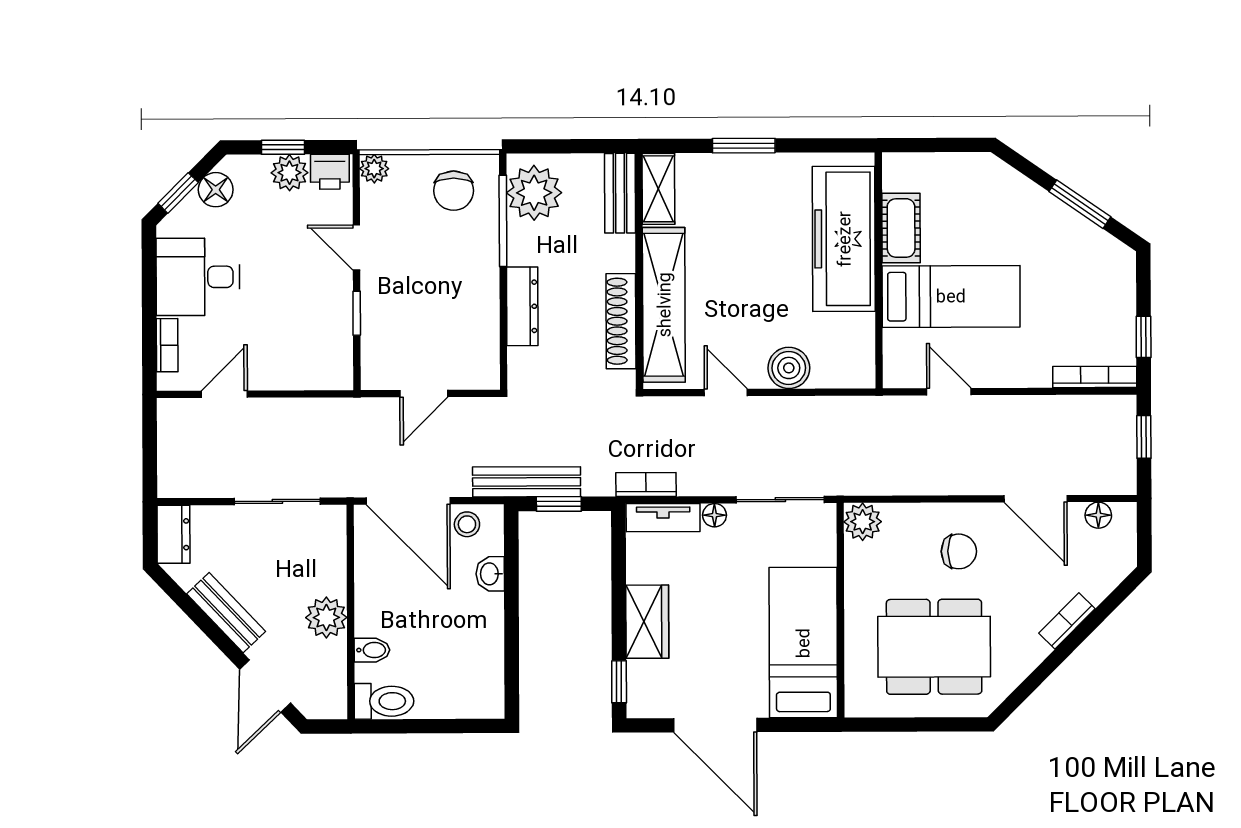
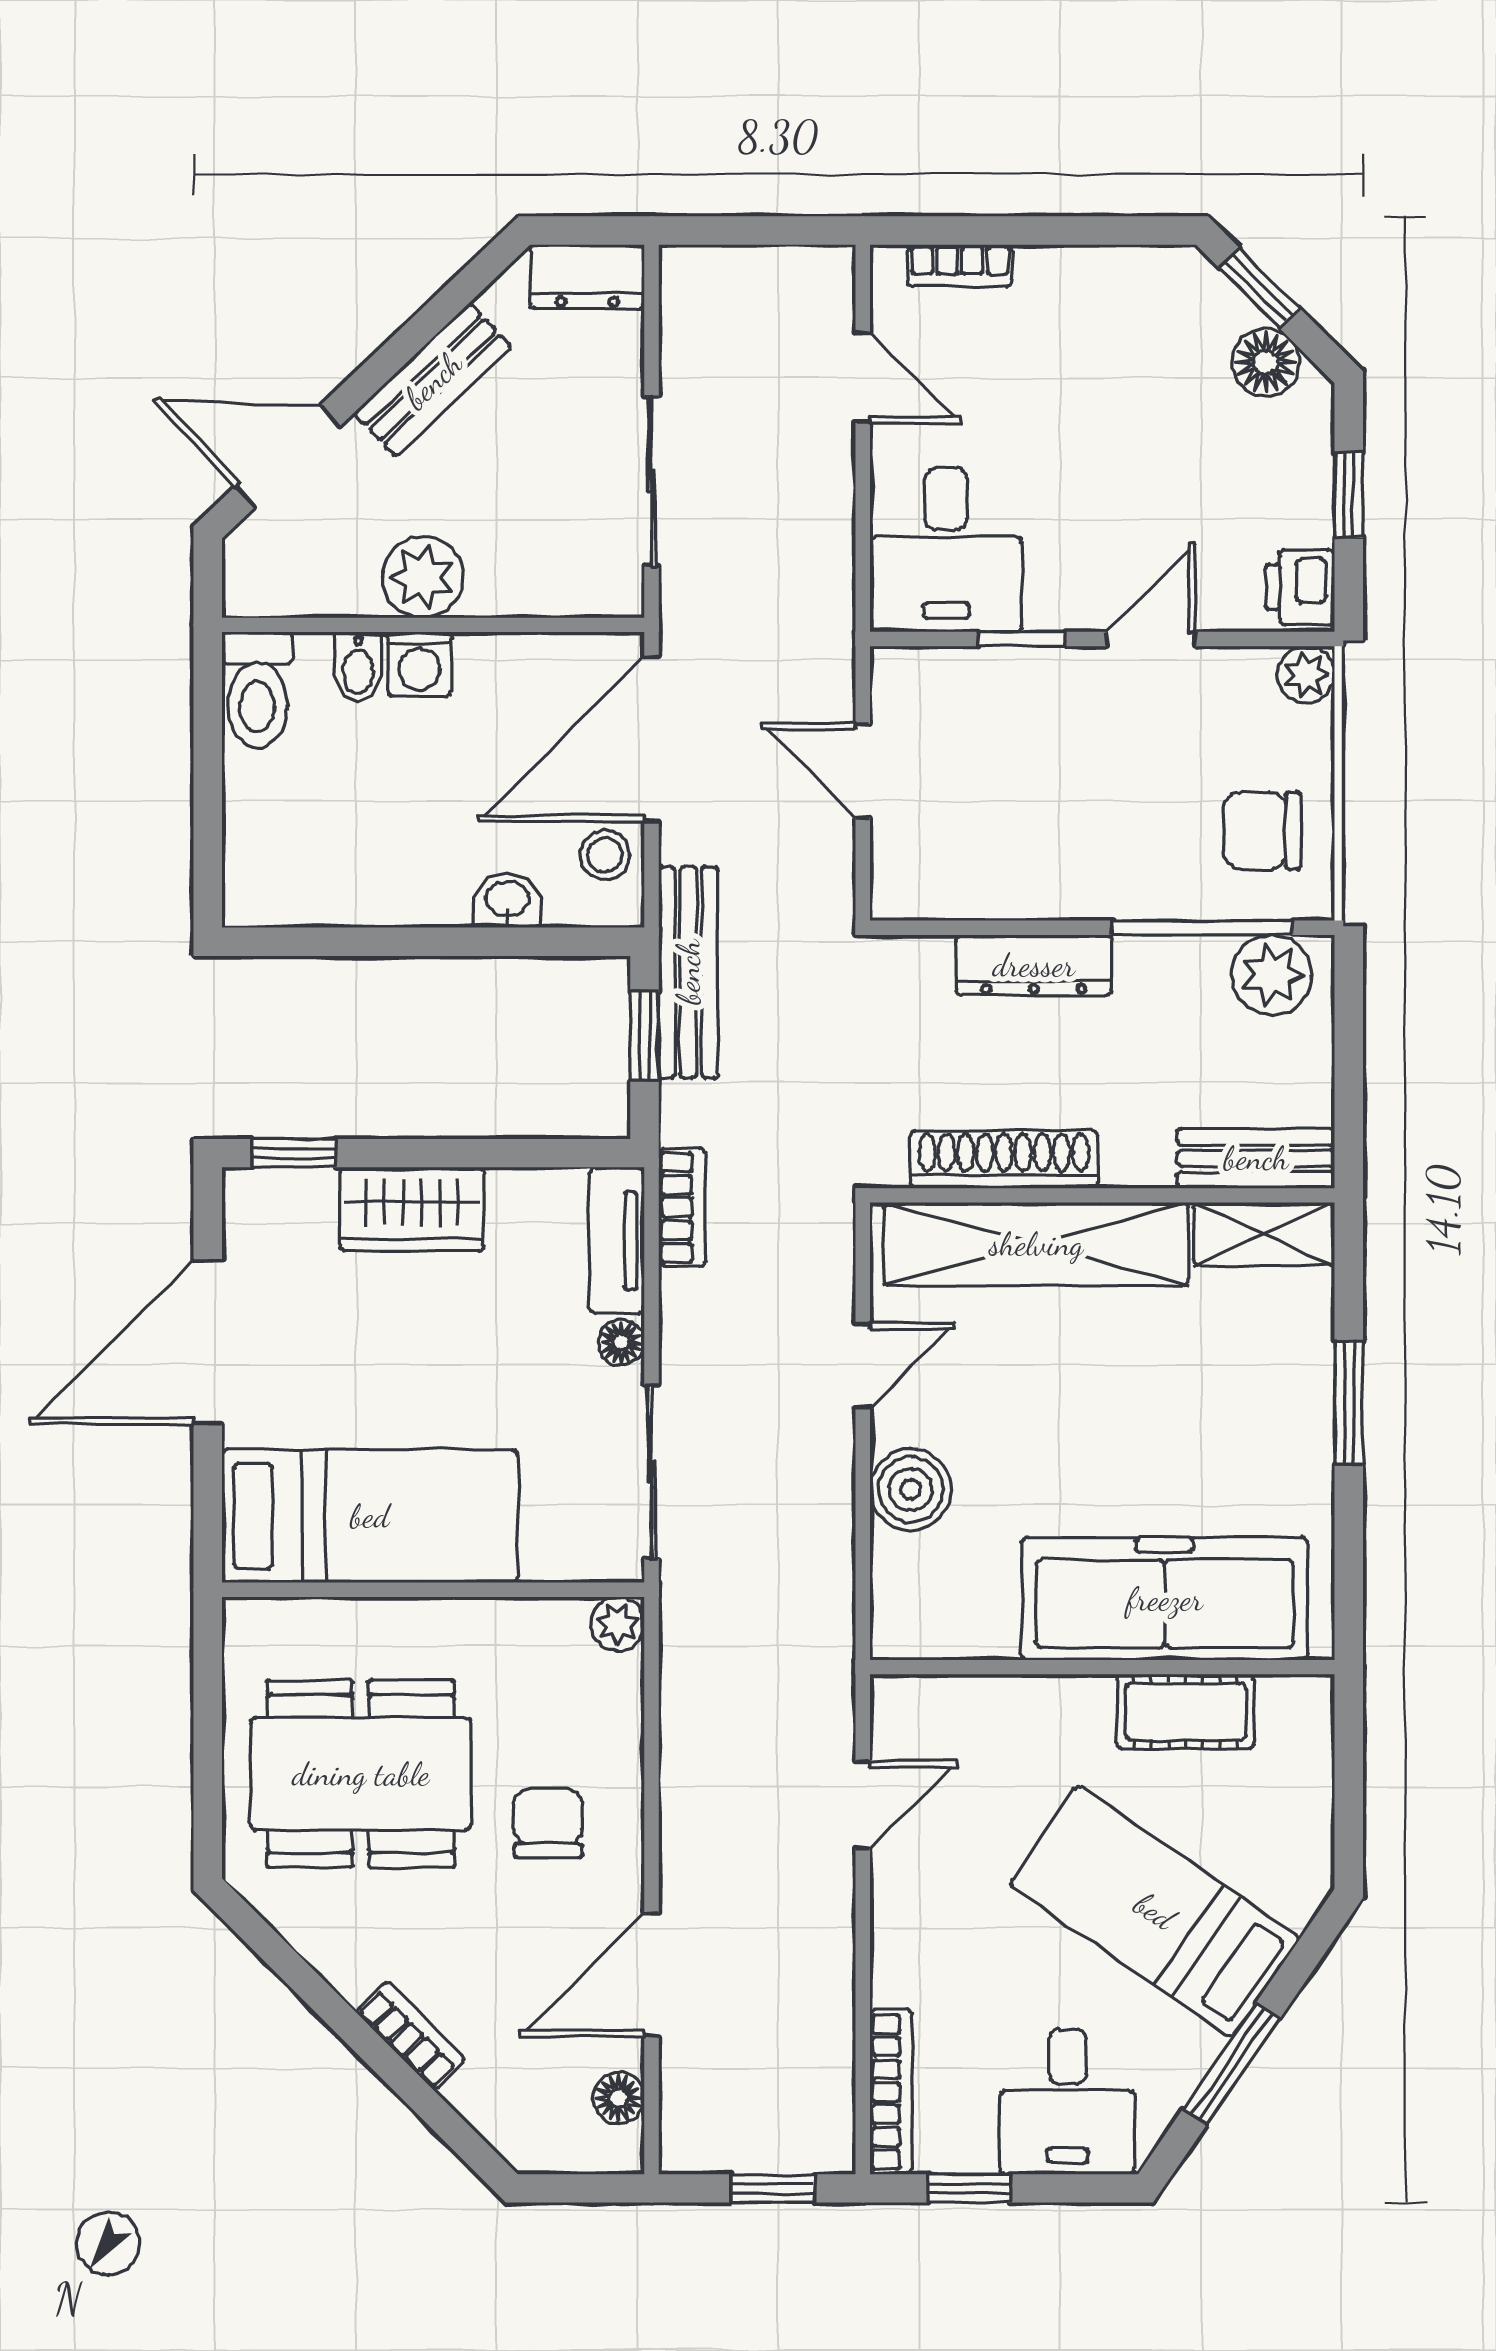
plant: (289, 173) -> (1299, 508), removed
plant: (534, 193) -> (1272, 975), width x0.73, depth x0.73
desk: (198, 277) -> (946, 550), moved, turned 180
desk: (1099, 287) -> (1067, 2102), added
bed: (951, 296) -> (1155, 1911), moved, turned 125
plant: (863, 522) -> (618, 1624), width x0.73, depth x0.73
chair: (959, 551) -> (548, 1823), turned 180
washing machine: (370, 619) -> (420, 664), added
dining table: (934, 647) -> (361, 1774), turned 90

